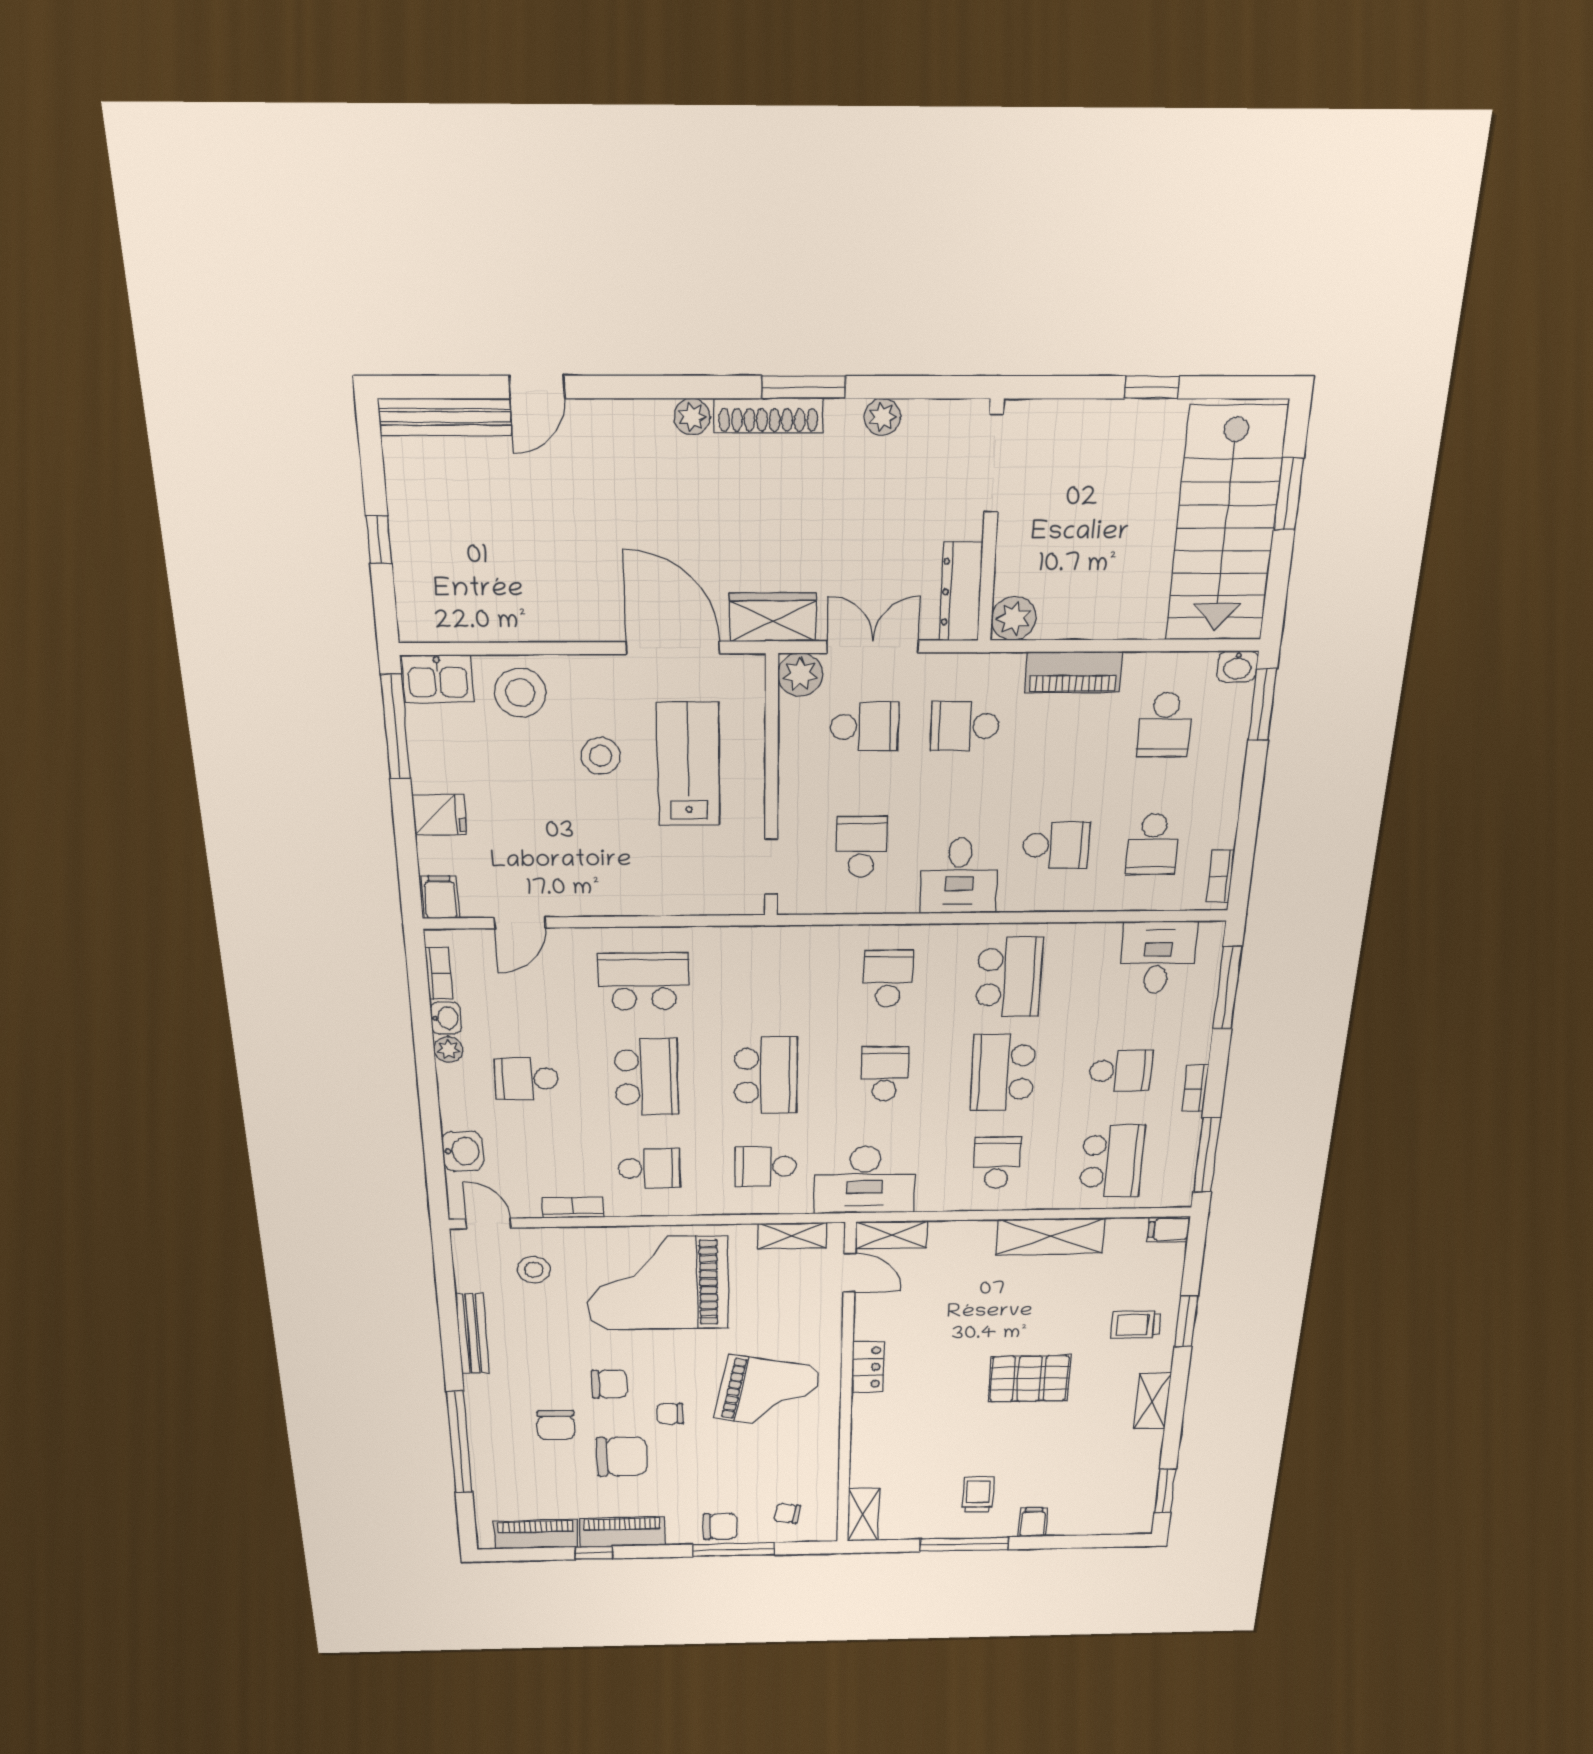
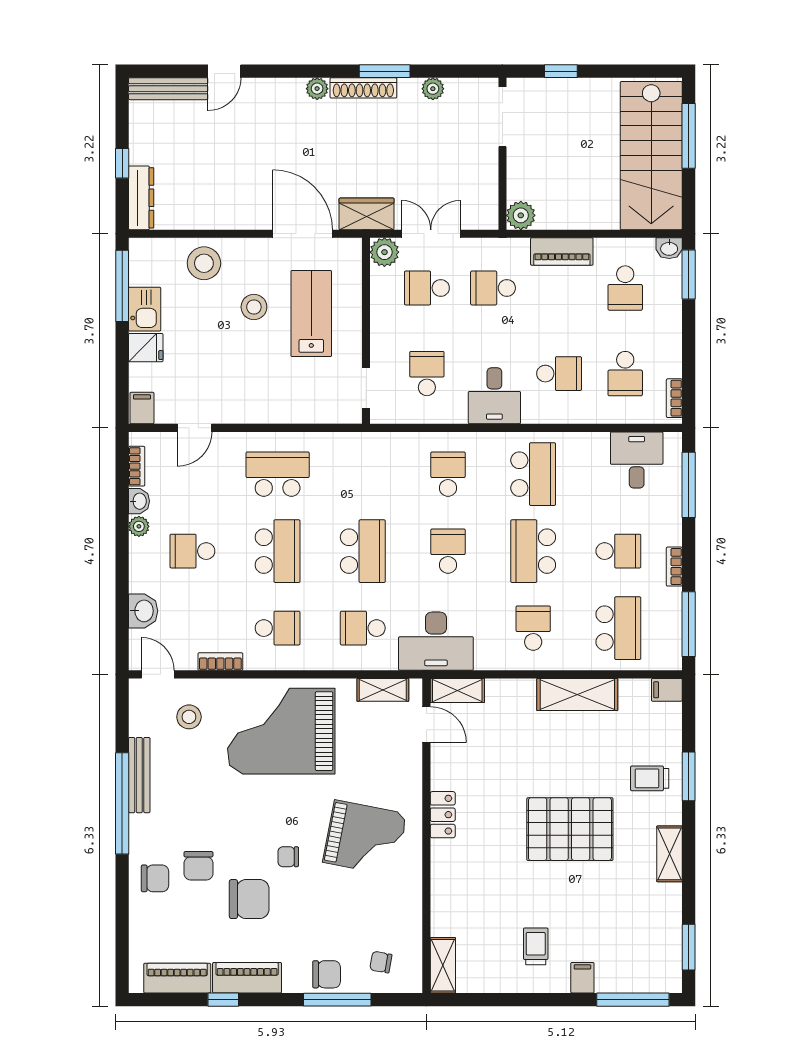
window: (1152, 387) -> (561, 71), moved
window: (1289, 494) -> (689, 136), width x1.44
dresser: (961, 592) -> (141, 198), moved, turned 180
kitchen sink: (438, 679) -> (145, 309), moved, turned -90
school desk: (864, 727) -> (427, 288), turned 180
pallet: (1029, 1379) -> (570, 829), width x1.37, depth x1.41
chair: (609, 1384) -> (155, 878), moved
window: (459, 1442) -> (122, 803), moved
window: (964, 1544) -> (633, 1000), moved

